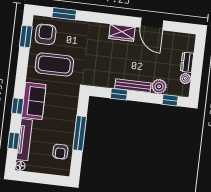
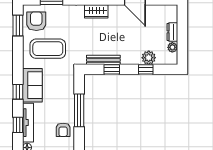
wardrobe: (122, 33) -> (96, 11), moved
bench: (133, 86) -> (103, 60), moved
window: (170, 100) -> (146, 69), moved

